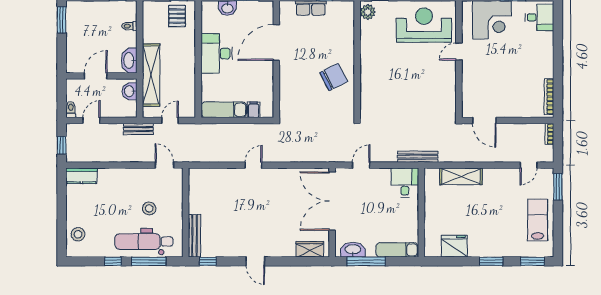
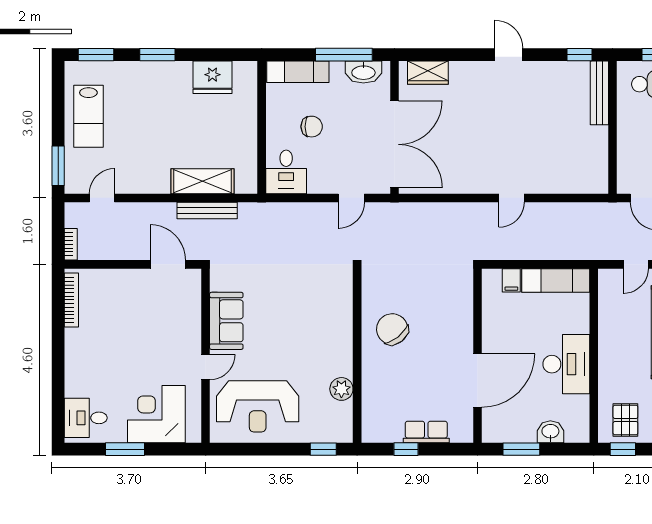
plant: (368, 12) -> (341, 389), moved
chair: (334, 77) -> (392, 329), turned 78
sofa: (445, 83) -> (226, 321), added
bench: (418, 157) -> (207, 210), moved
chair: (388, 213) -> (312, 127), added

